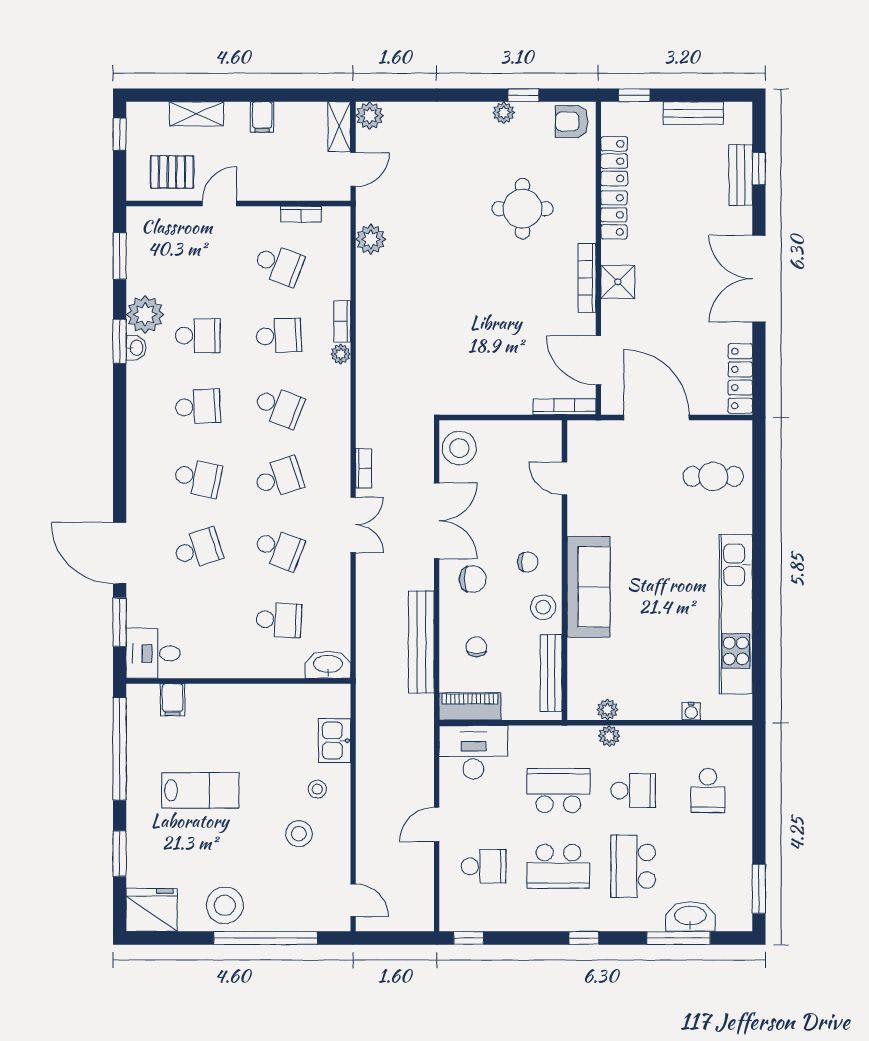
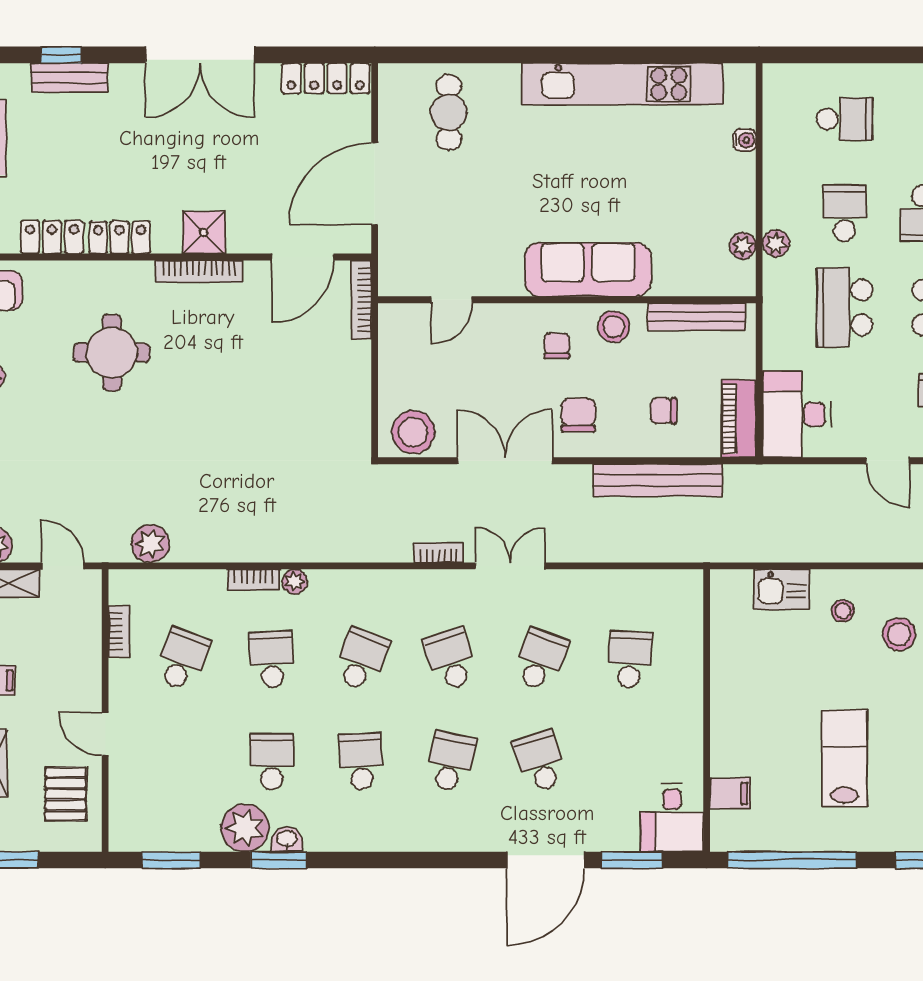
washbasin: (328, 665) -> (686, 598), removed

